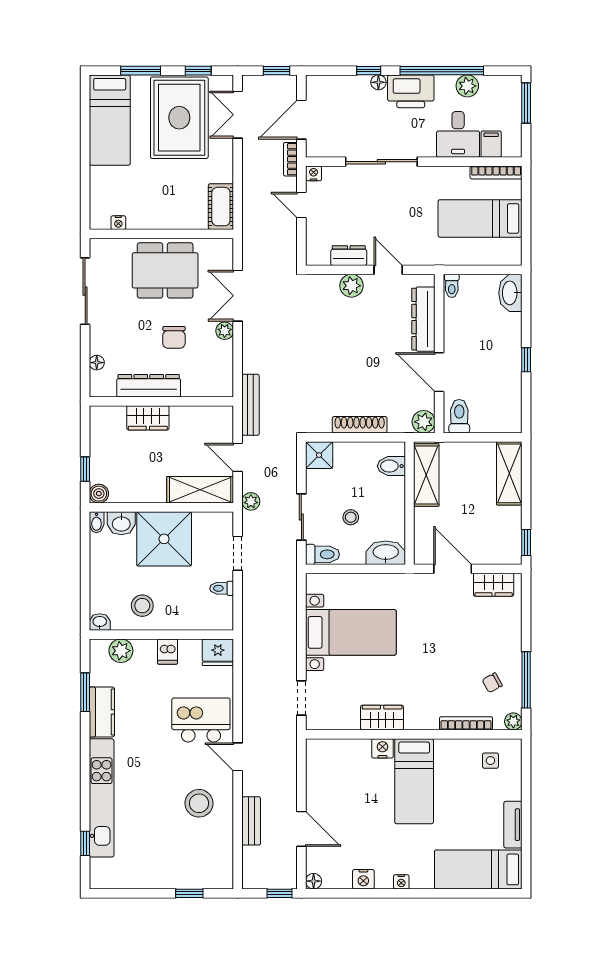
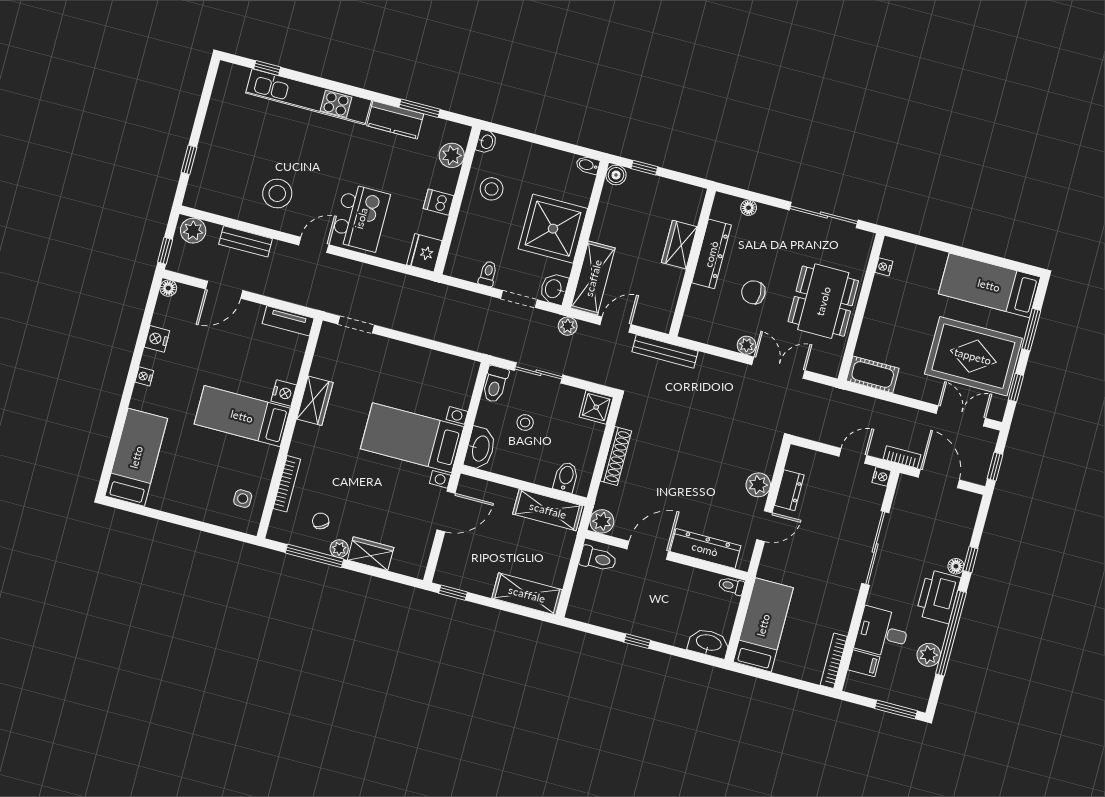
bed: (480, 218) -> (763, 625), moved
washbasin: (121, 523) -> (554, 289), moved
wardrobe: (494, 585) -> (371, 554), moved, turned 90
bed with nightstands: (351, 632) -> (412, 438), moved, turned 90
plant: (513, 721) -> (339, 549), moved
tv unit: (513, 825) -> (288, 321), moved, turned 180
plant: (254, 872) -> (193, 231), added

